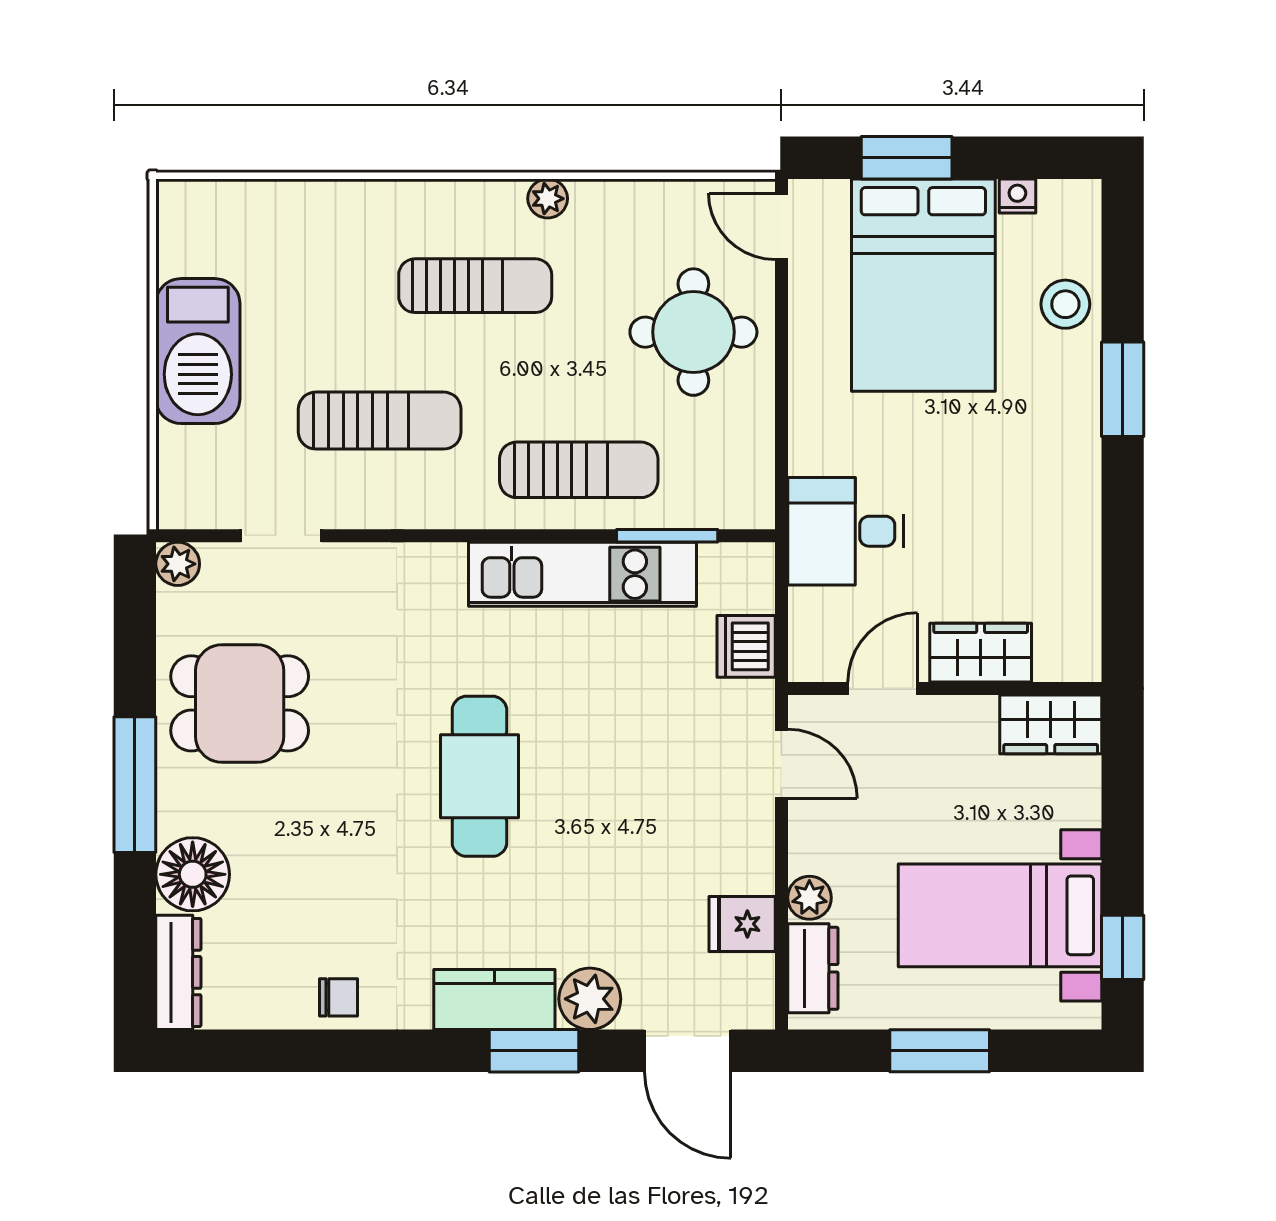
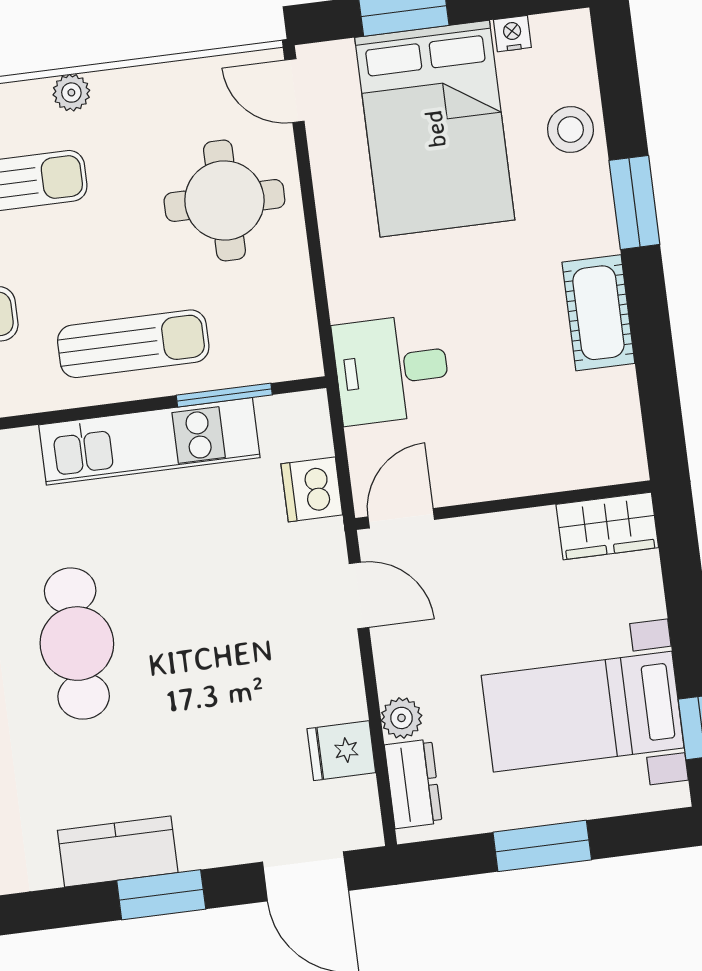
cot: (1070, 500) -> (598, 313), added
wardrobe: (981, 653) -> (533, 467), removed
door: (883, 688) -> (401, 518), moved
plant: (590, 999) -> (207, 839), removed

